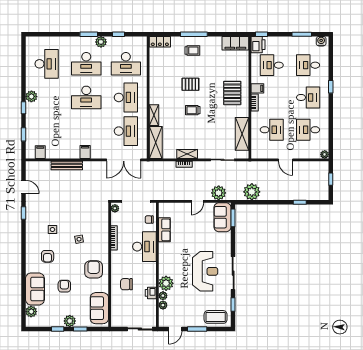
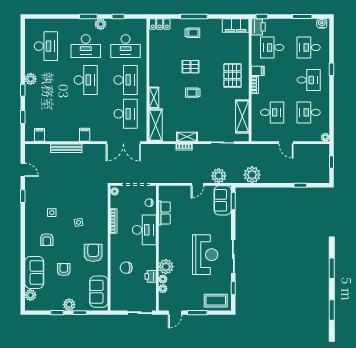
desk: (86, 97) -> (86, 80), turned -90

